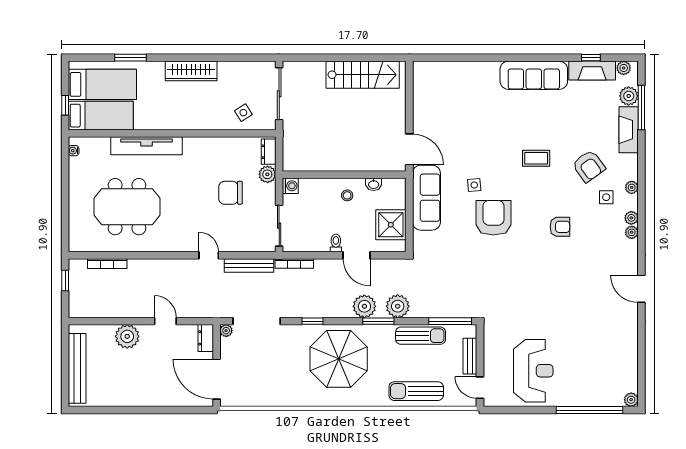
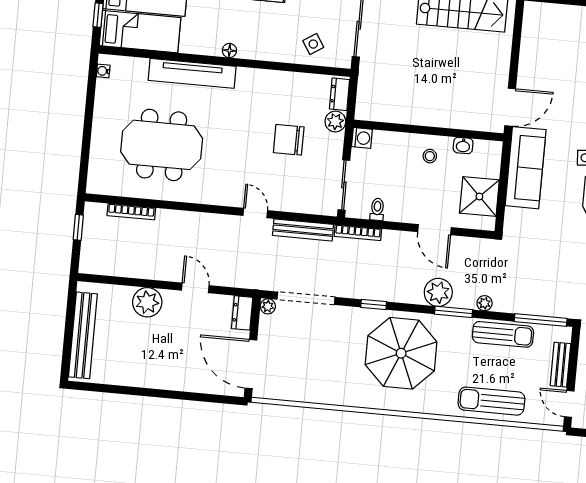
floor lamp: (175, 124) -> (229, 51), added
door: (409, 149) -> (510, 107), hinge flipped
toilet: (336, 243) -> (377, 209), moved
plant: (398, 306) -> (485, 303), width x0.53, depth x0.53

